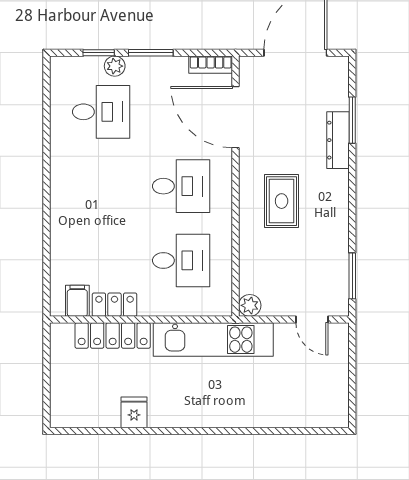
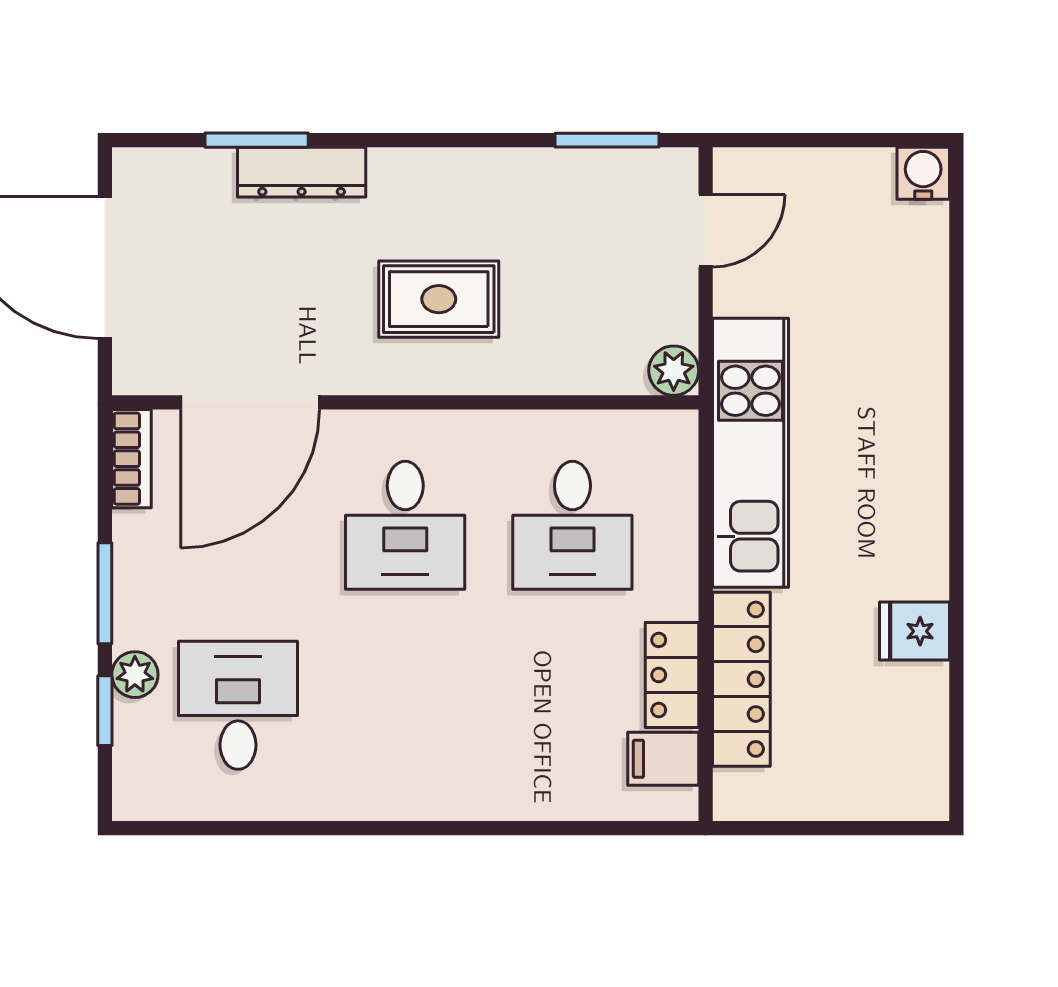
desk: (181, 186) -> (405, 525), turned 180
desk: (181, 260) -> (572, 525), turned 180
water cooler: (337, 416) -> (923, 173), added

